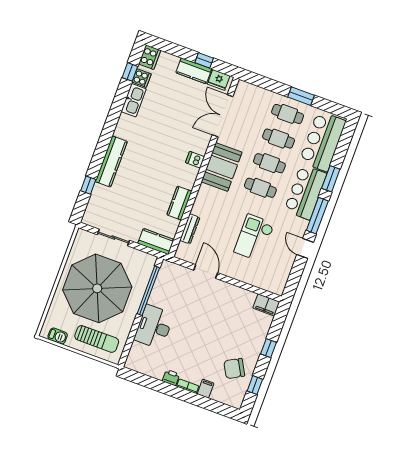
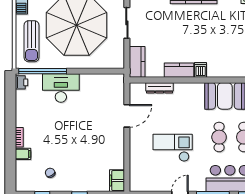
dishwasher: (195, 160) -> (201, 70), moved
window: (148, 291) -> (43, 71), moved
chair: (234, 368) -> (50, 173), width x0.54, depth x0.54
printer: (171, 378) -> (21, 82), moved

